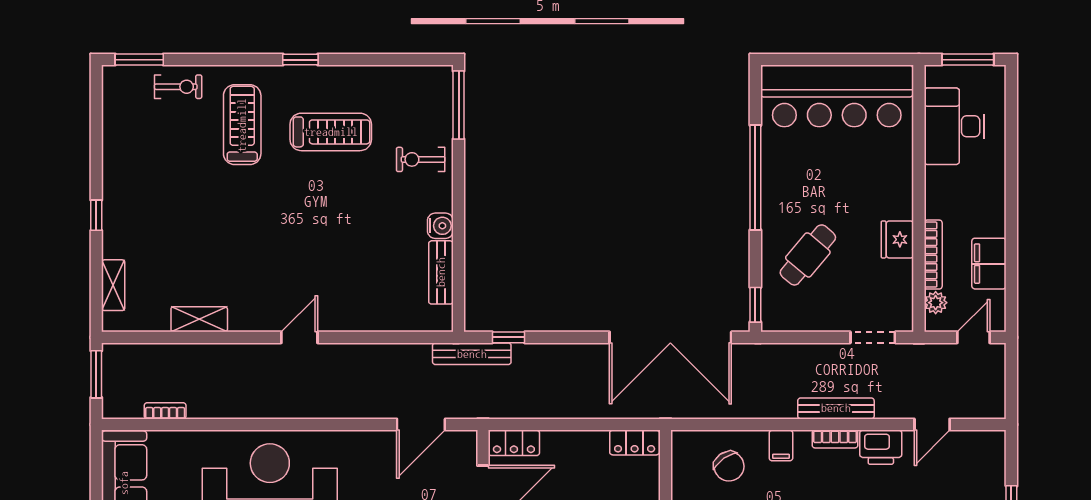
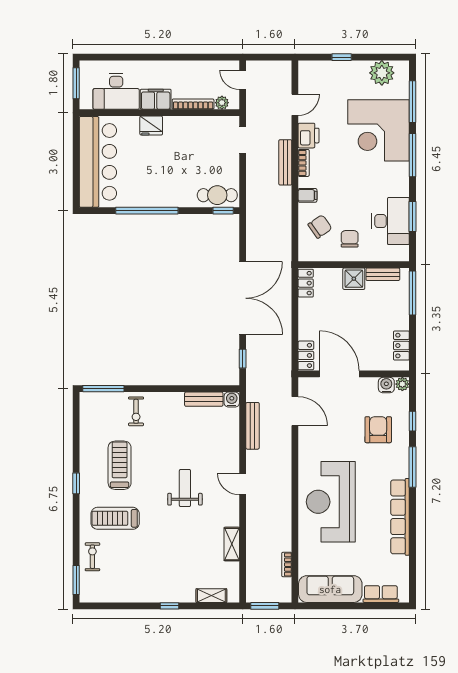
water cooler: (440, 226) -> (232, 400), moved
fridge: (897, 239) -> (151, 126), moved
weight bench: (293, 241) -> (185, 488), added
cafe table: (808, 255) -> (217, 195), moved, turned -40
filing cabinet: (989, 264) -> (156, 99), moved, turned 180
double door: (670, 337) -> (243, 298), moved
bench: (472, 354) -> (253, 426), moved
door: (932, 425) -> (295, 105), hinge flipped

